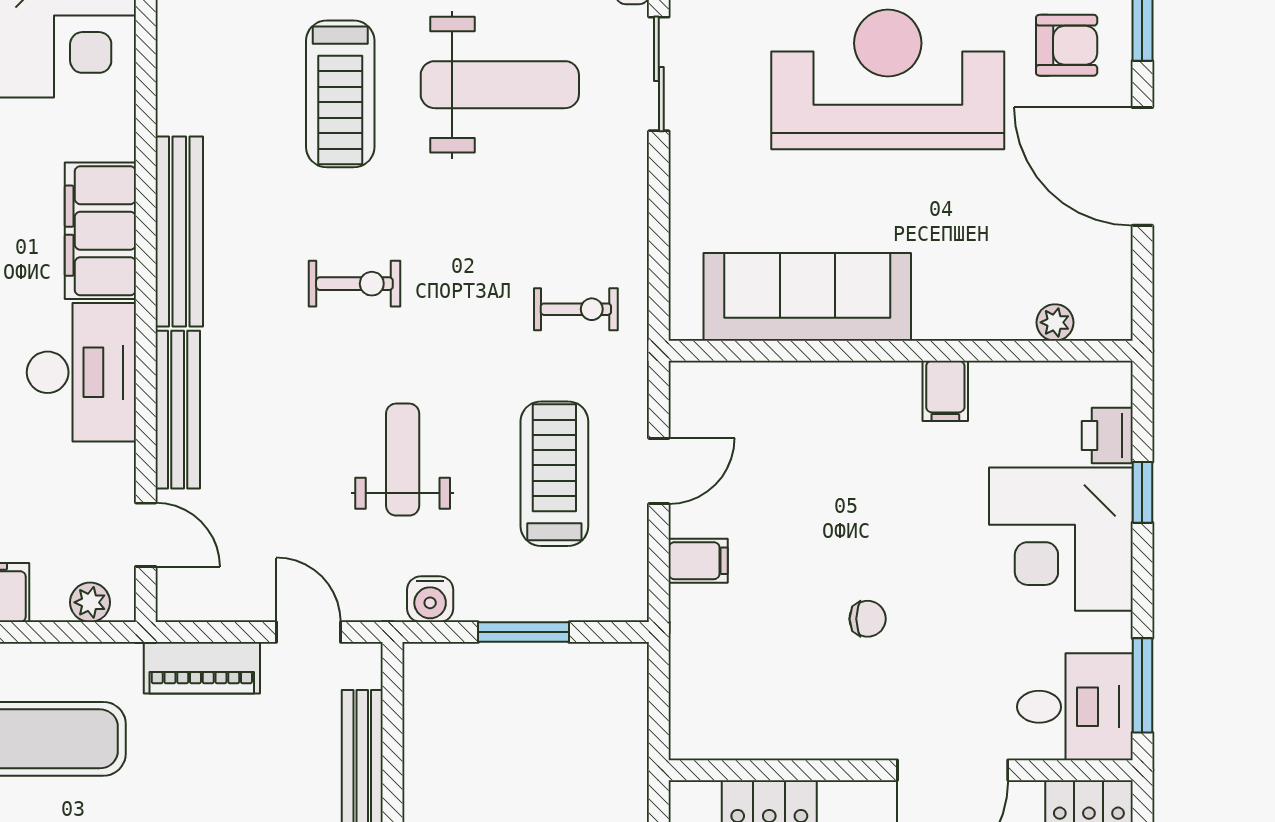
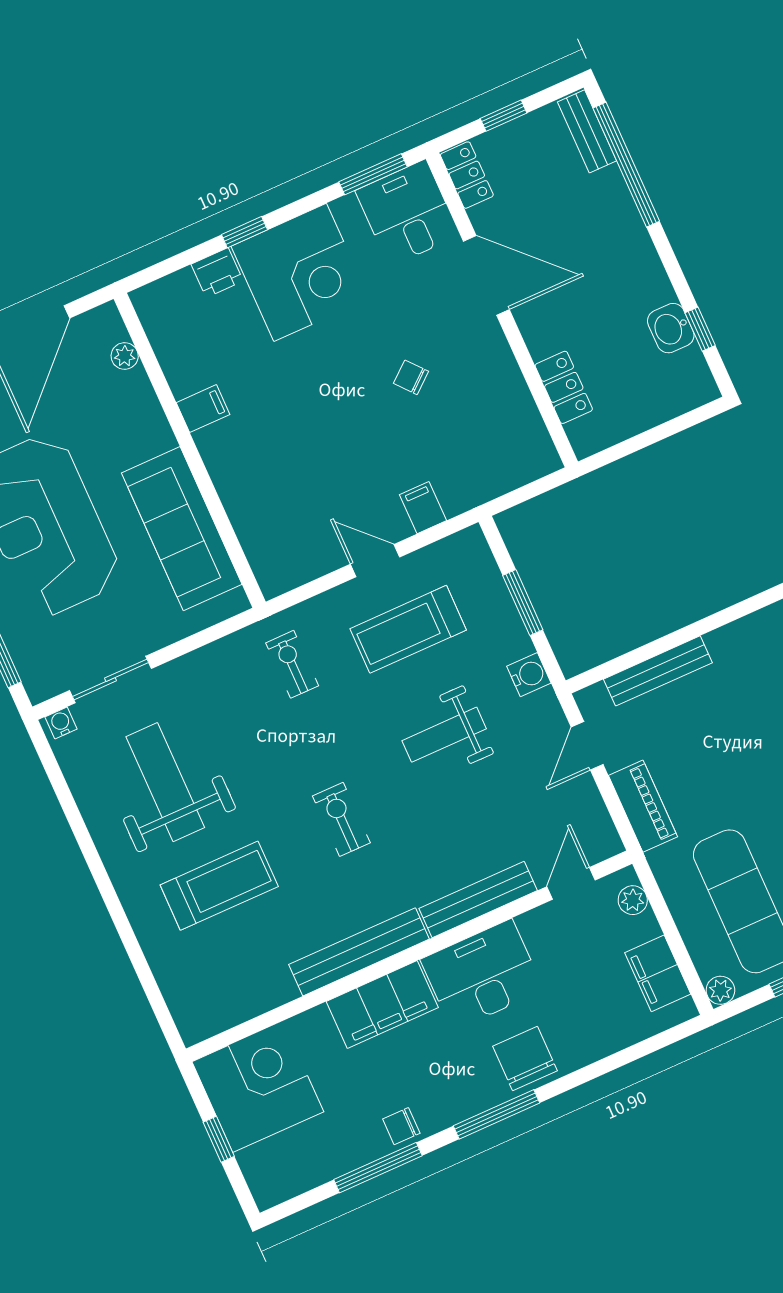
sofa: (807, 297) -> (182, 529), moved
plant: (1055, 322) -> (125, 356), moved
wall: (901, 351) -> (190, 450), moved
filing cabinet: (945, 391) -> (203, 409), moved
chair: (868, 619) -> (411, 377), turned -40

